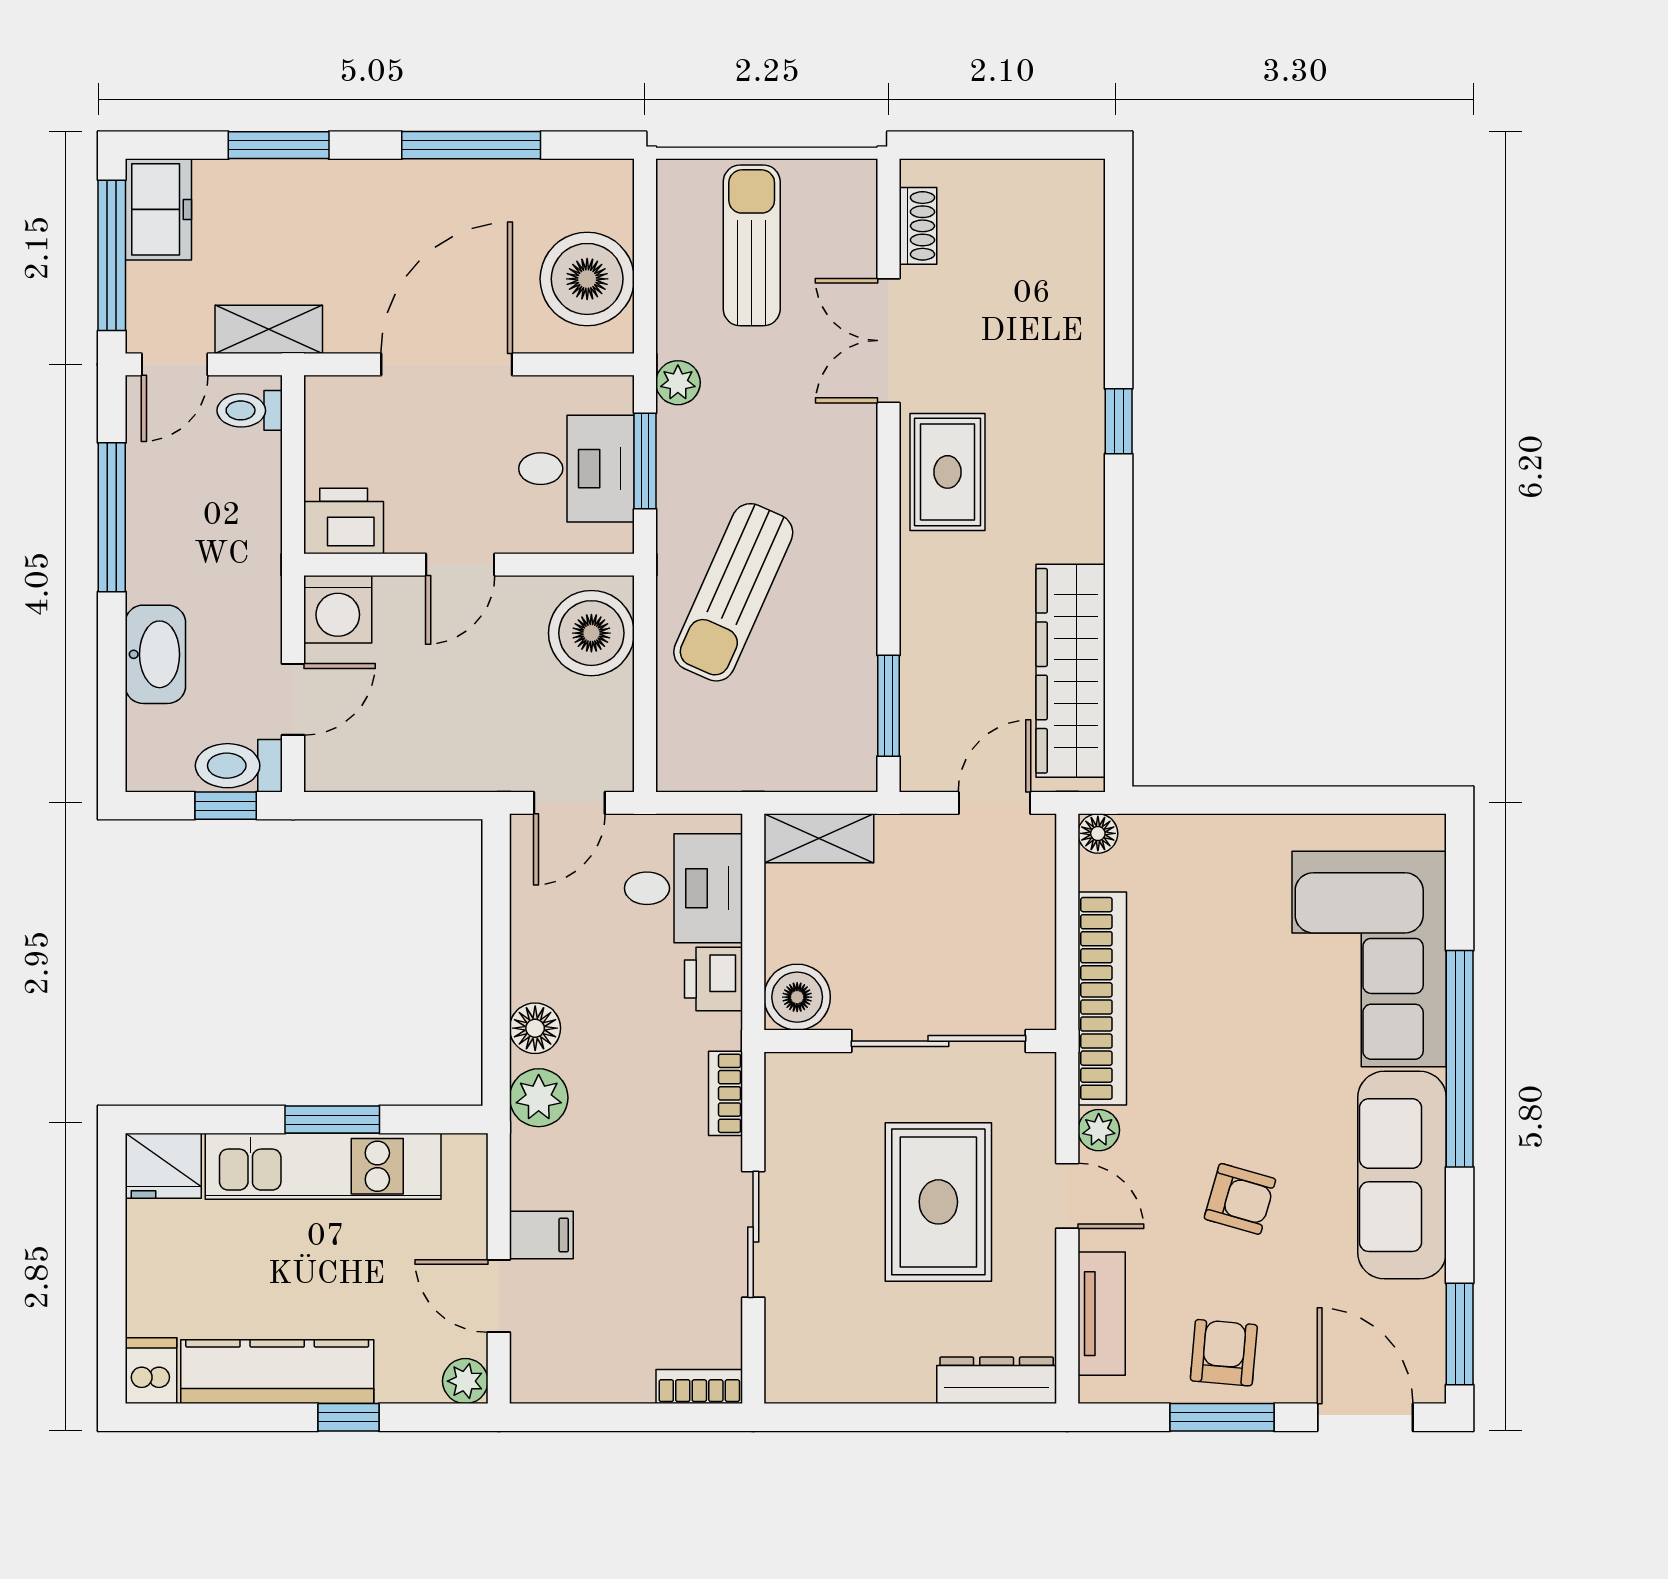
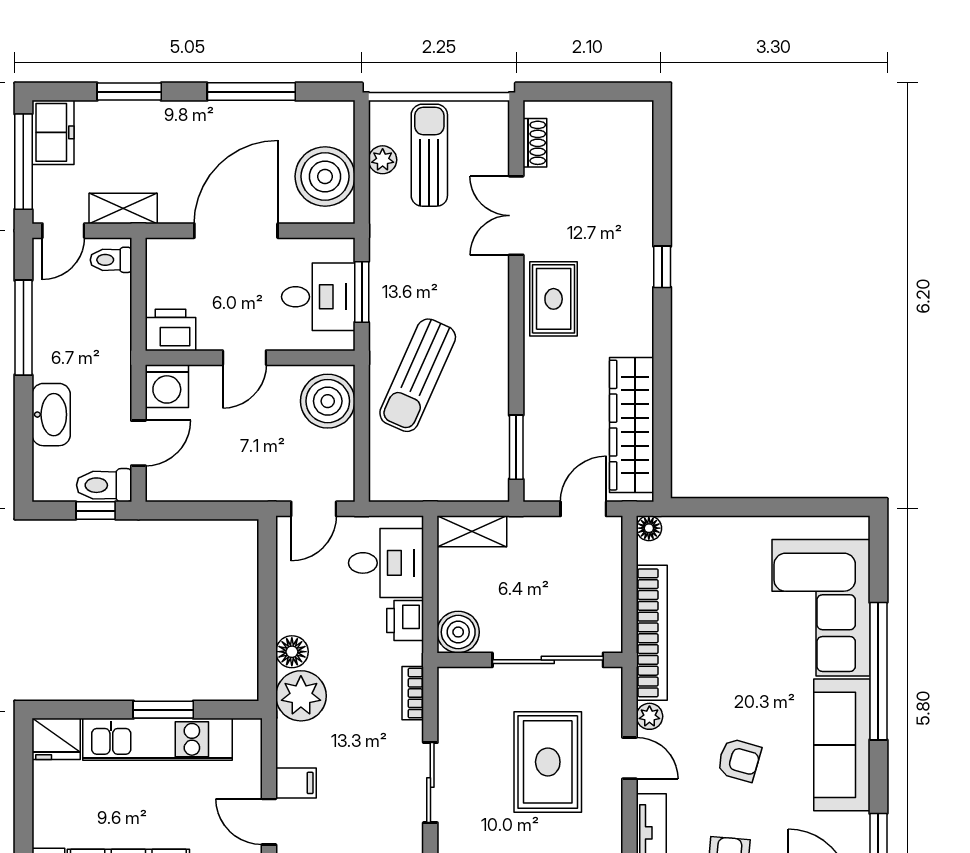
plant: (678, 383) -> (383, 160), moved
plant: (539, 1098) -> (301, 696), width x1.36, depth x1.36

